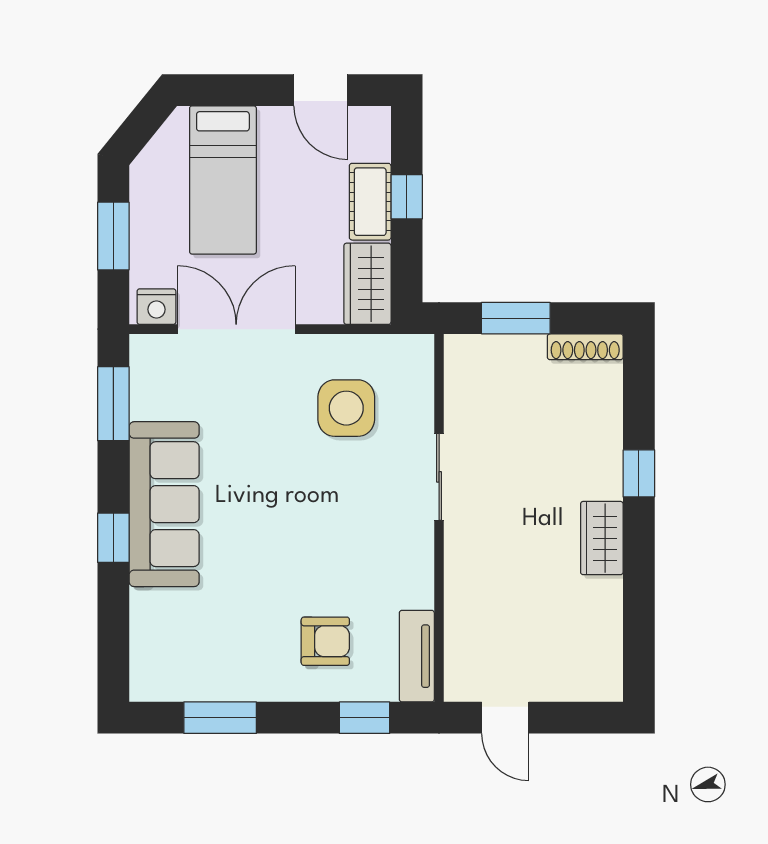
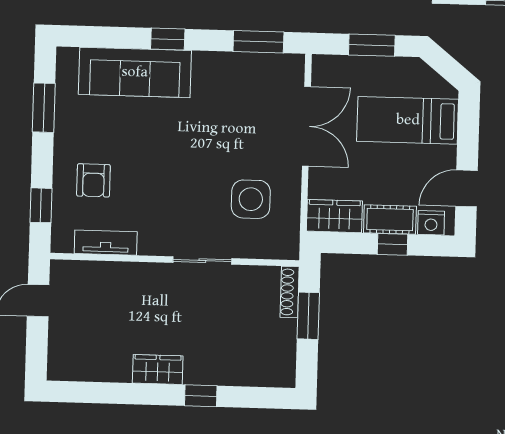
nightstand: (156, 307) -> (431, 223), moved, turned -90
shoe rack: (585, 347) -> (290, 292), moved
sofa: (164, 504) -> (135, 72), moved
tv unit: (417, 656) -> (106, 243), moved

